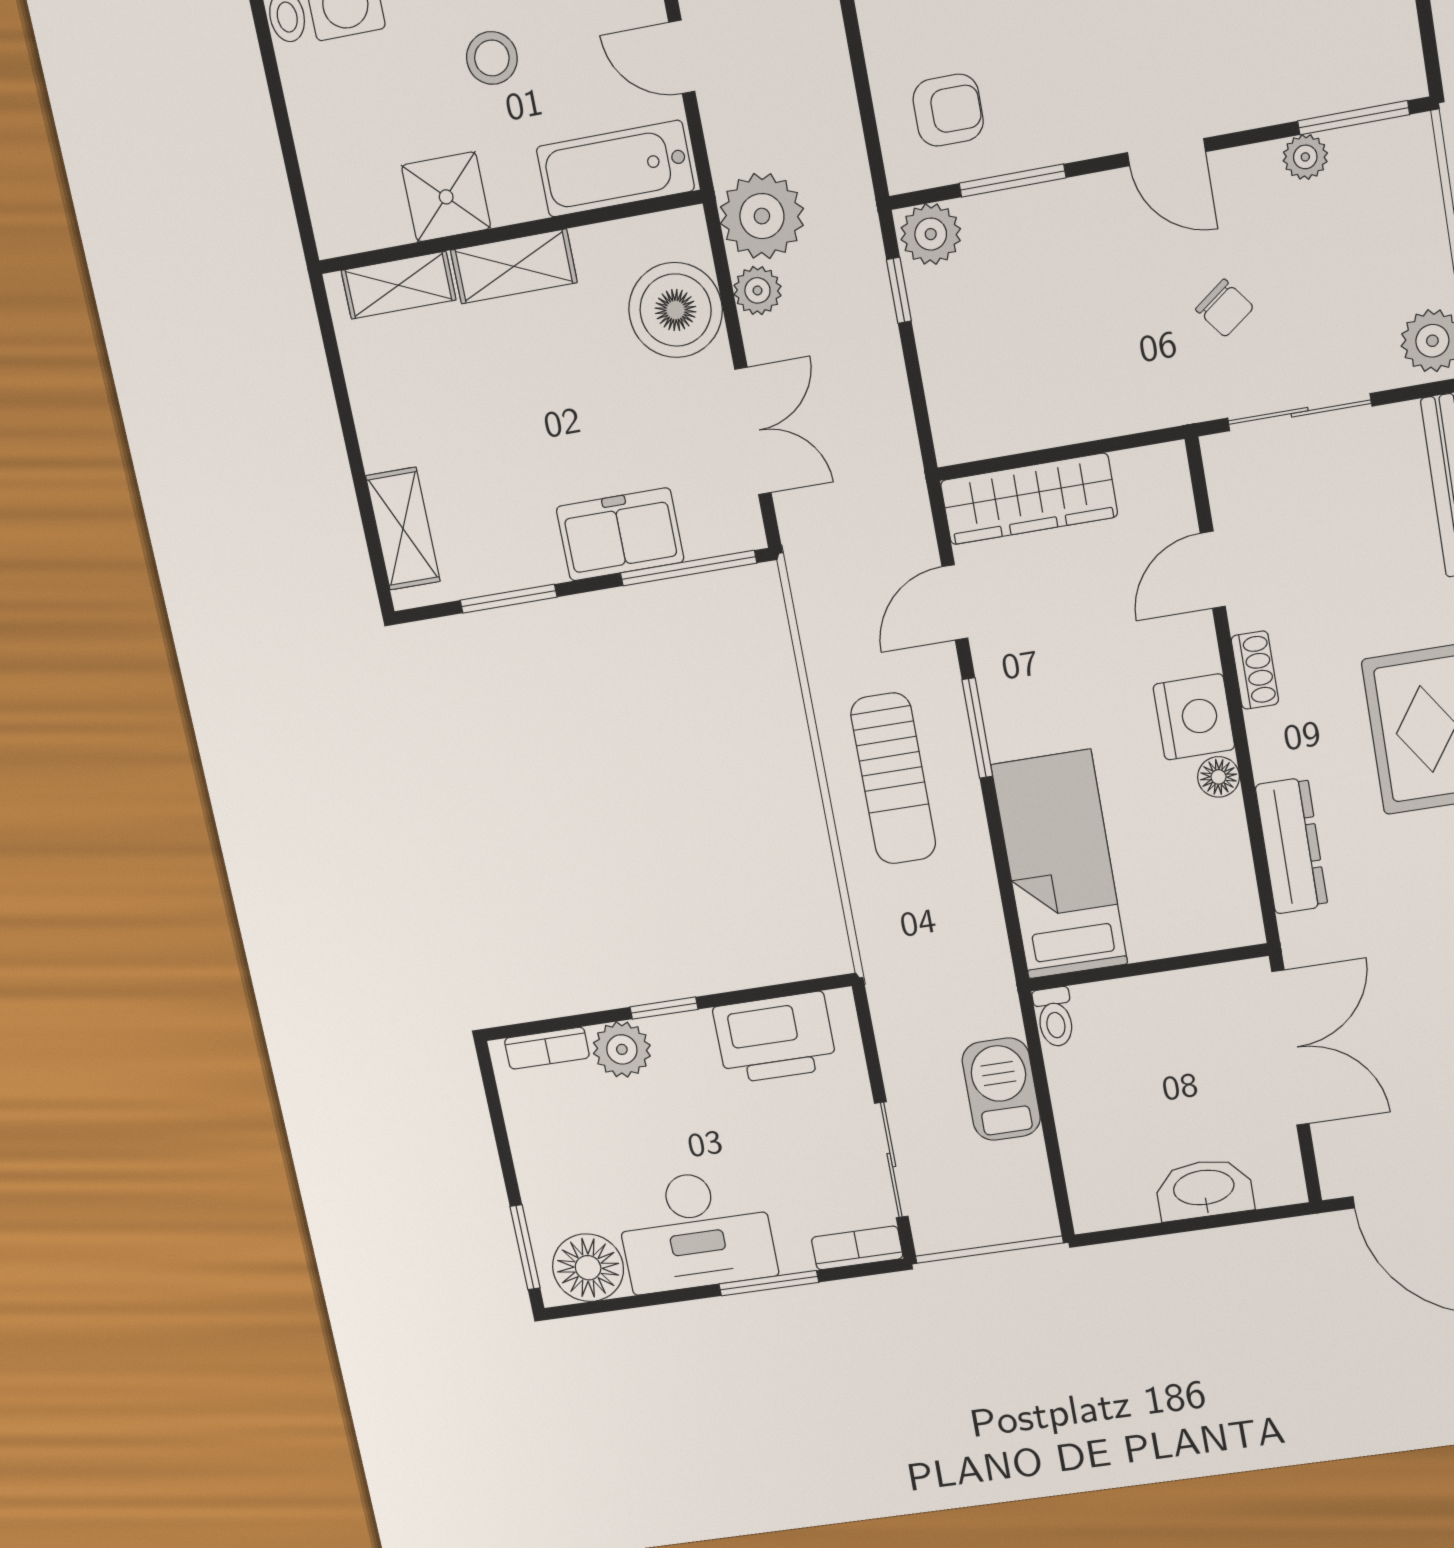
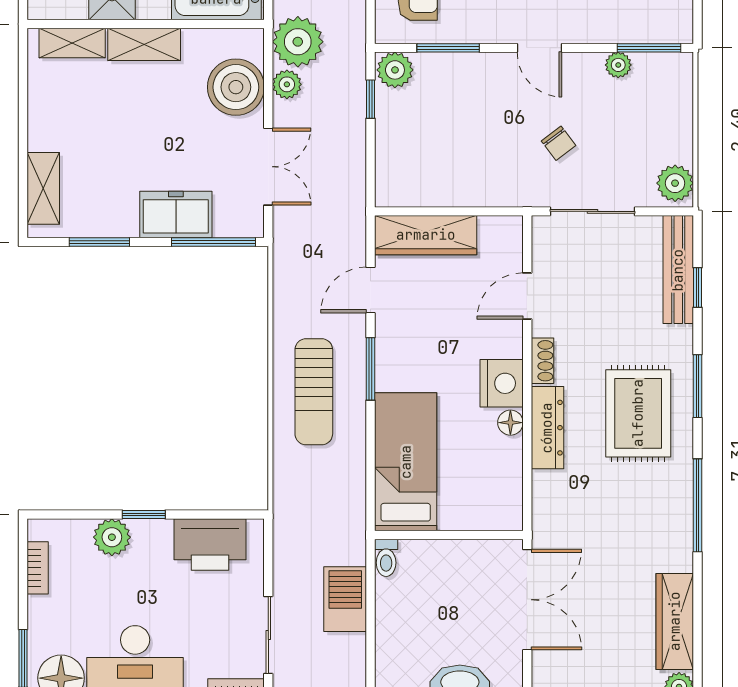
dresser: (1291, 846) -> (547, 428), moved
bookcase: (547, 1048) -> (38, 568), moved, turned -90

